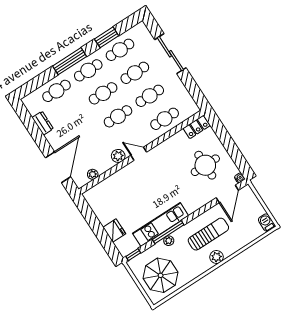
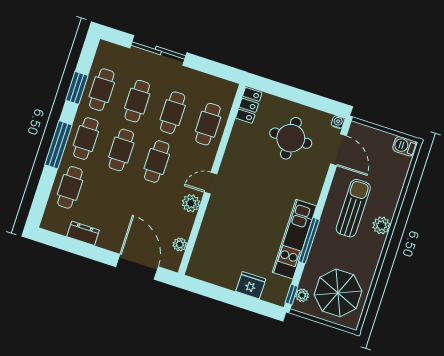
plant: (169, 241) -> (302, 295), moved

